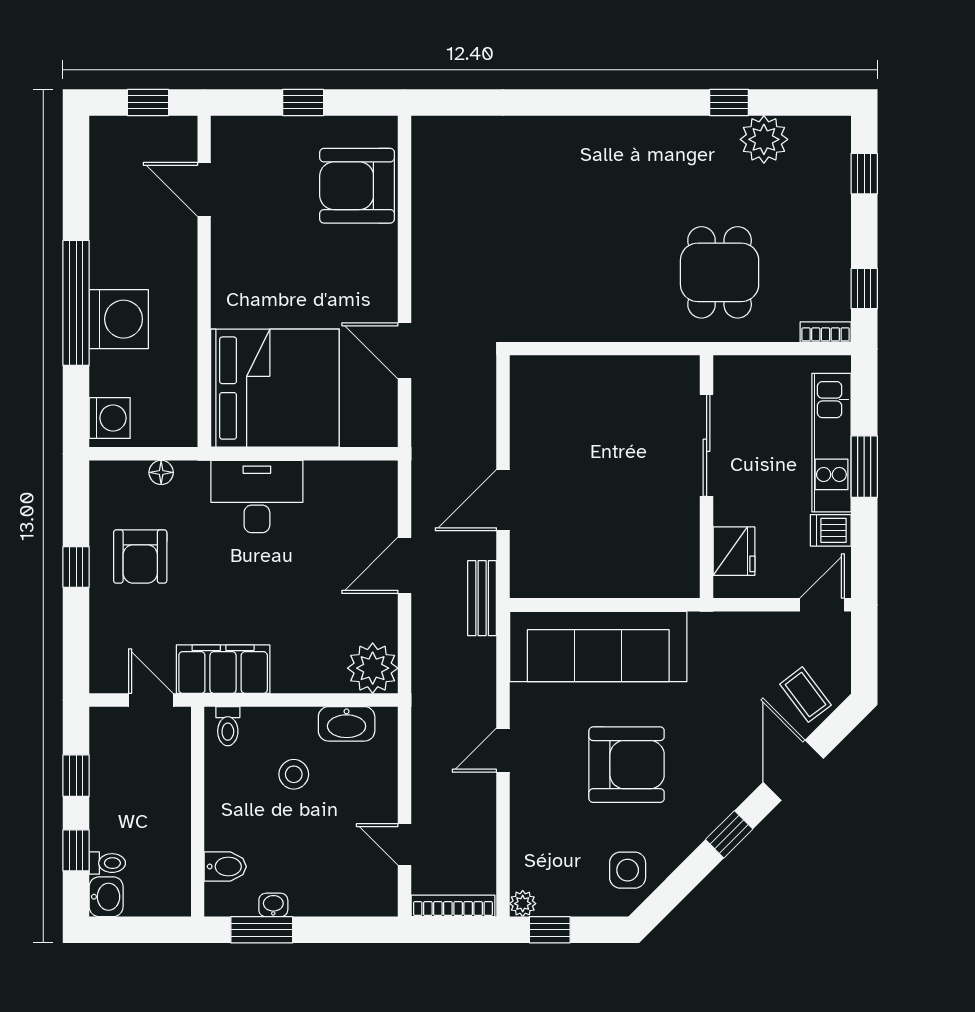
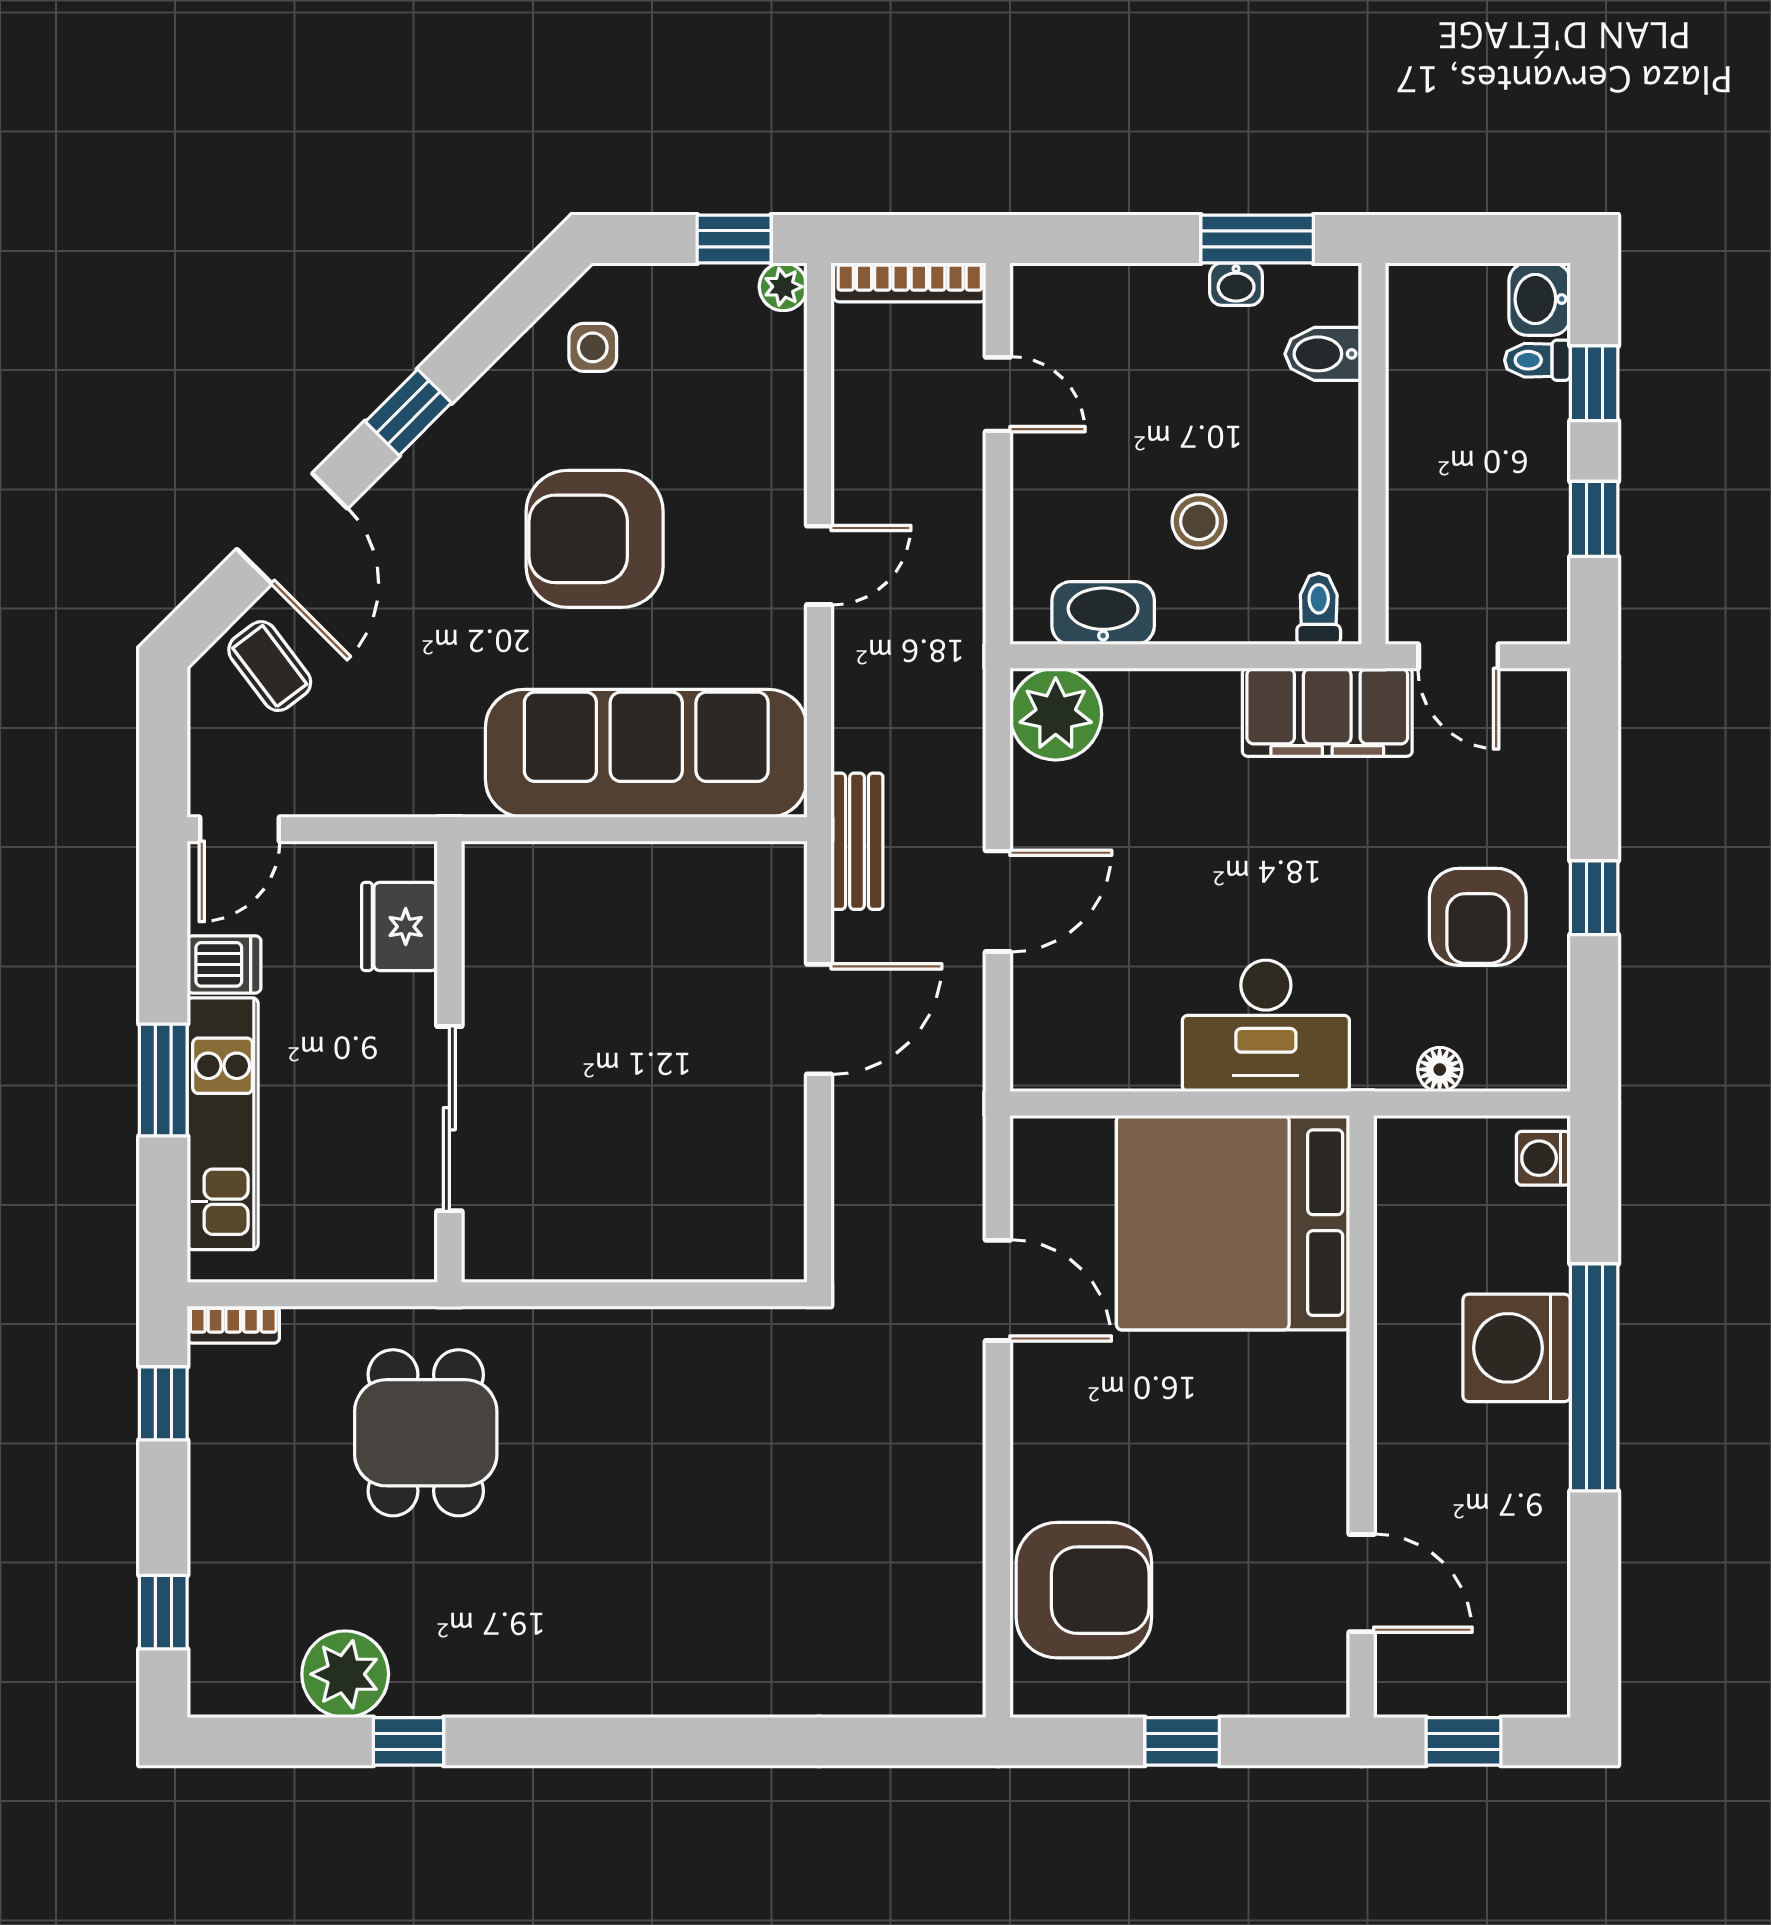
washing machine: (110, 418) -> (1543, 1158), width x0.73, depth x0.73
armchair: (140, 557) -> (1478, 917), turned 180
side table: (628, 870) -> (593, 347), width x0.73, depth x0.73

